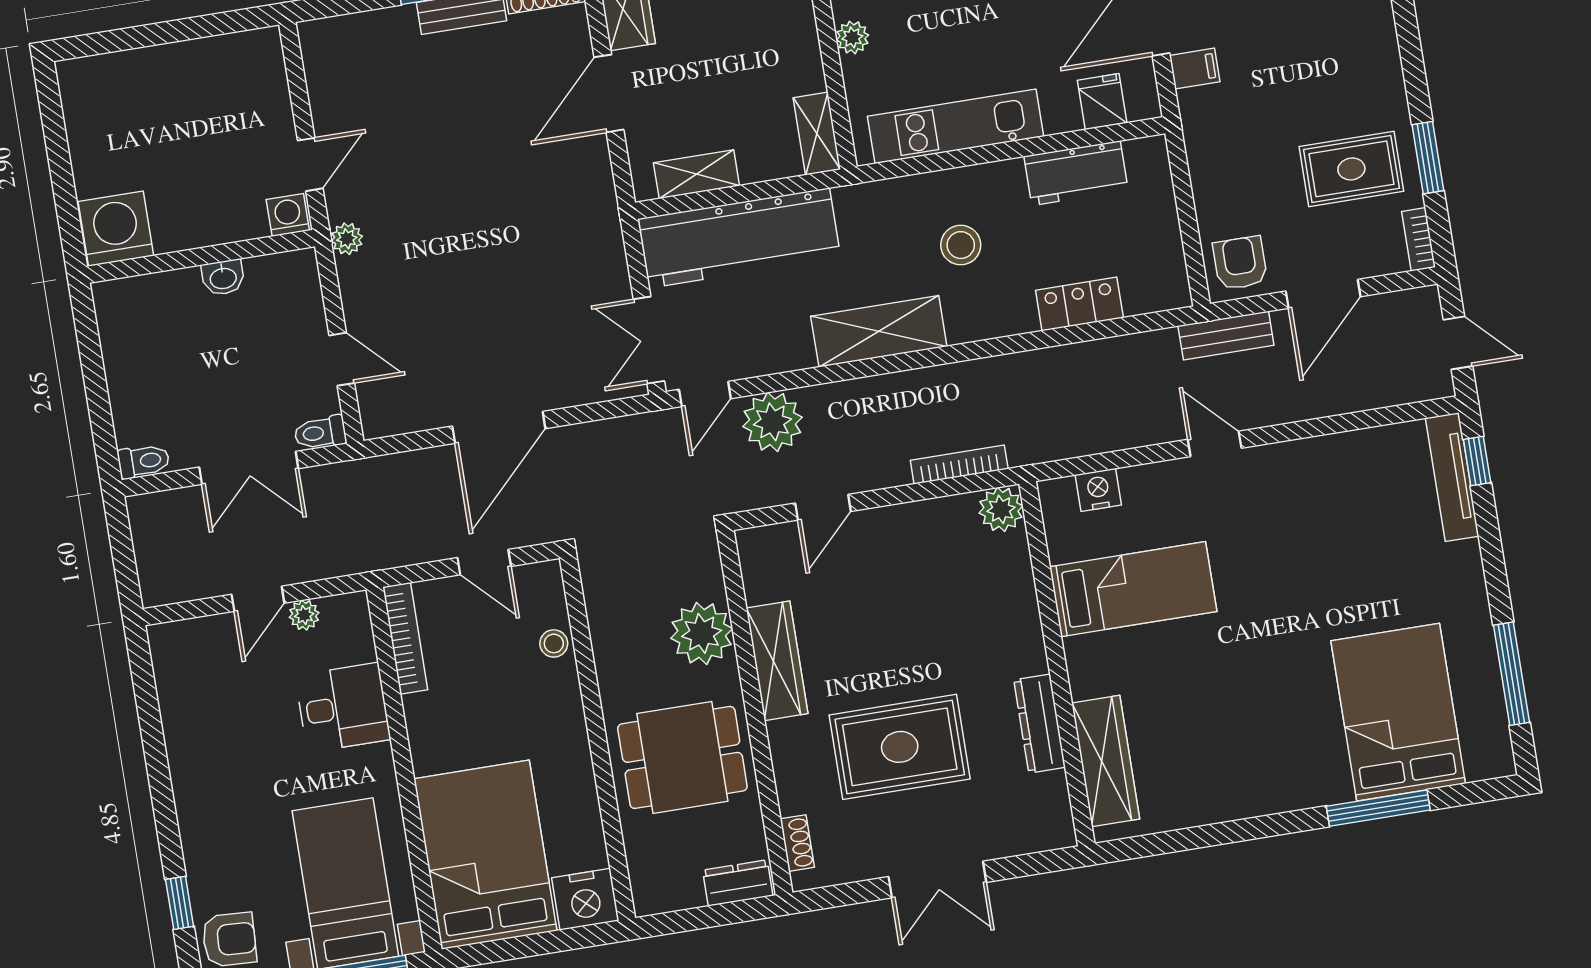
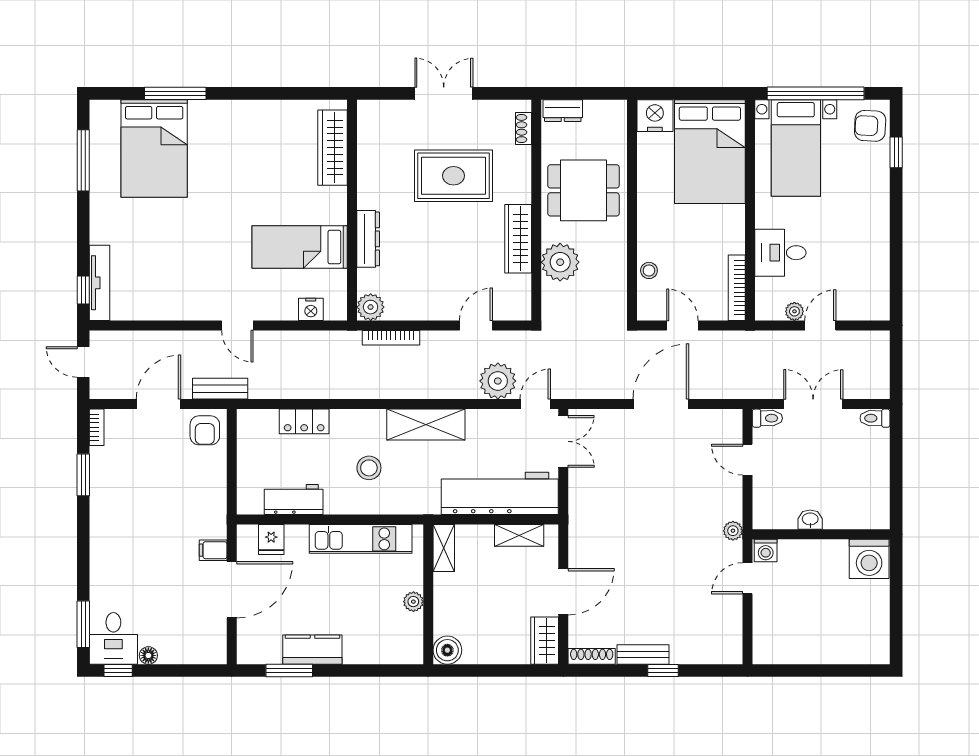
rug: (1351, 169) -> (130, 476), removed
dresser: (1040, 724) -> (368, 239), moved

